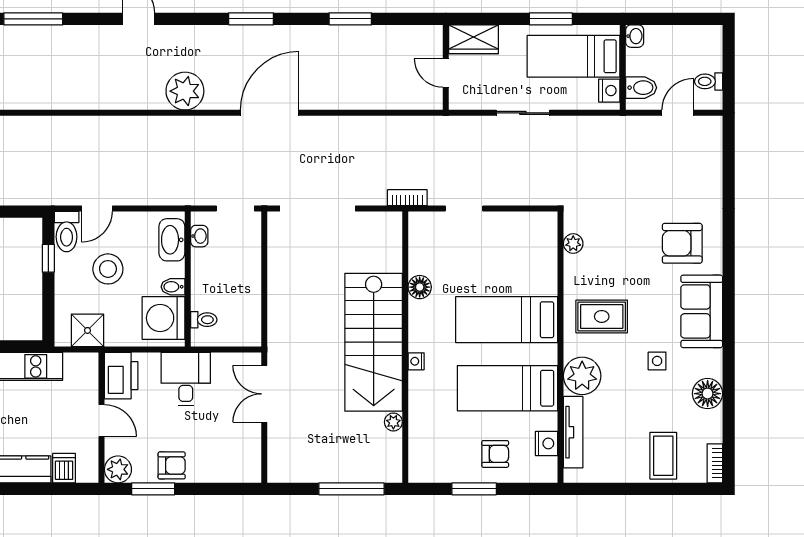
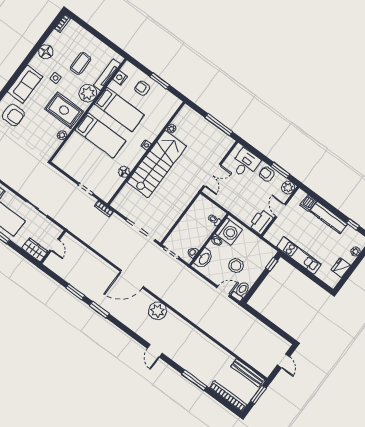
window: (251, 19) -> (99, 310), moved
plant: (573, 244) -> (62, 135), moved
window: (48, 258) -> (272, 264), moved
rug: (602, 316) -> (64, 110), width x1.36, depth x1.43
shower: (87, 330) -> (261, 248), removed
desk: (186, 379) -> (245, 163), moved, turned 180
coffee table: (663, 456) -> (81, 63), moved
window: (352, 489) -> (219, 125), moved

